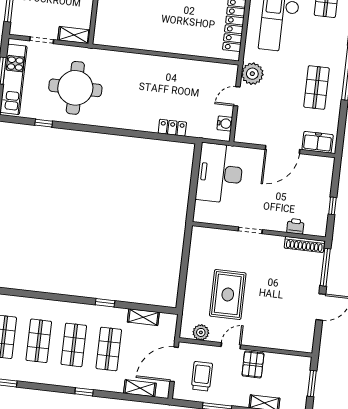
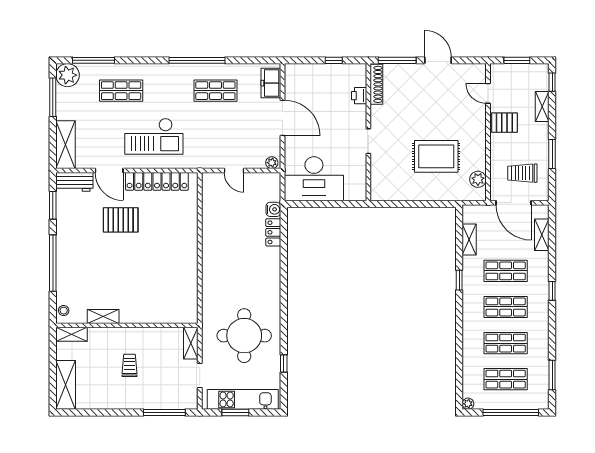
plant: (252, 74) -> (272, 163), moved, width x0.53, depth x0.53
water cooler: (225, 123) -> (273, 209), moved, turned 90
door: (231, 346) -> (488, 93), moved

